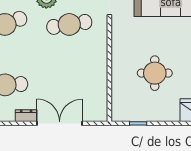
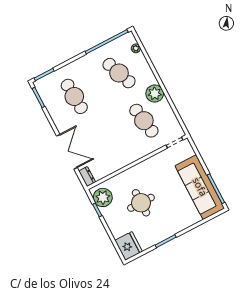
plant: (128, 111) -> (103, 197), added
dresser: (26, 116) -> (87, 177), moved

